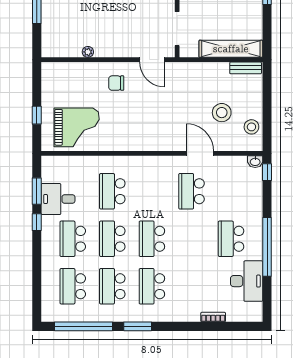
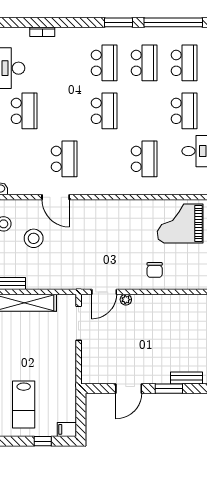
plant: (88, 52) -> (126, 300), moved
door: (152, 60) -> (104, 292), swing flipped
chair: (116, 83) -> (155, 270), moved, turned 90
school desk: (112, 239) -> (144, 111), removed

